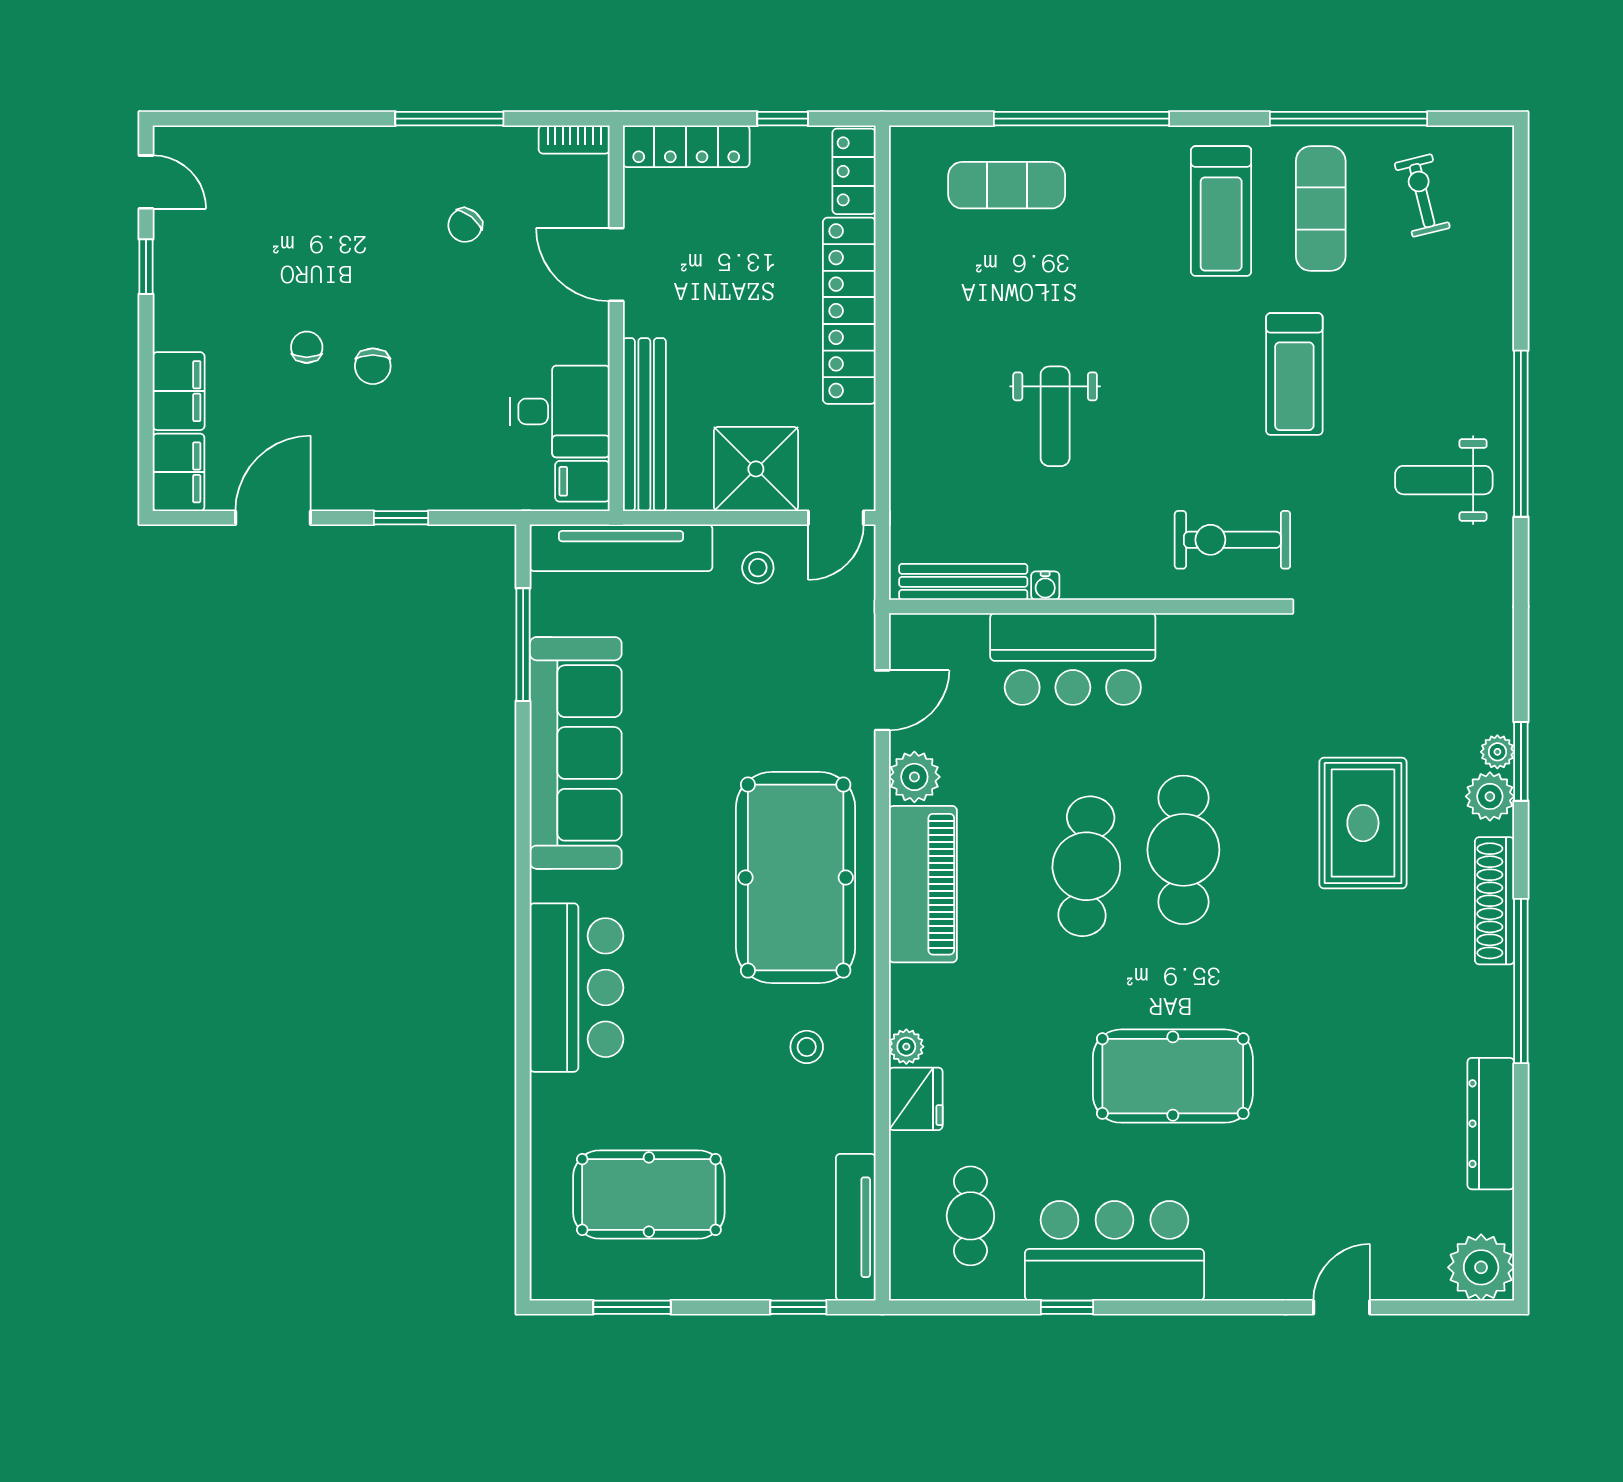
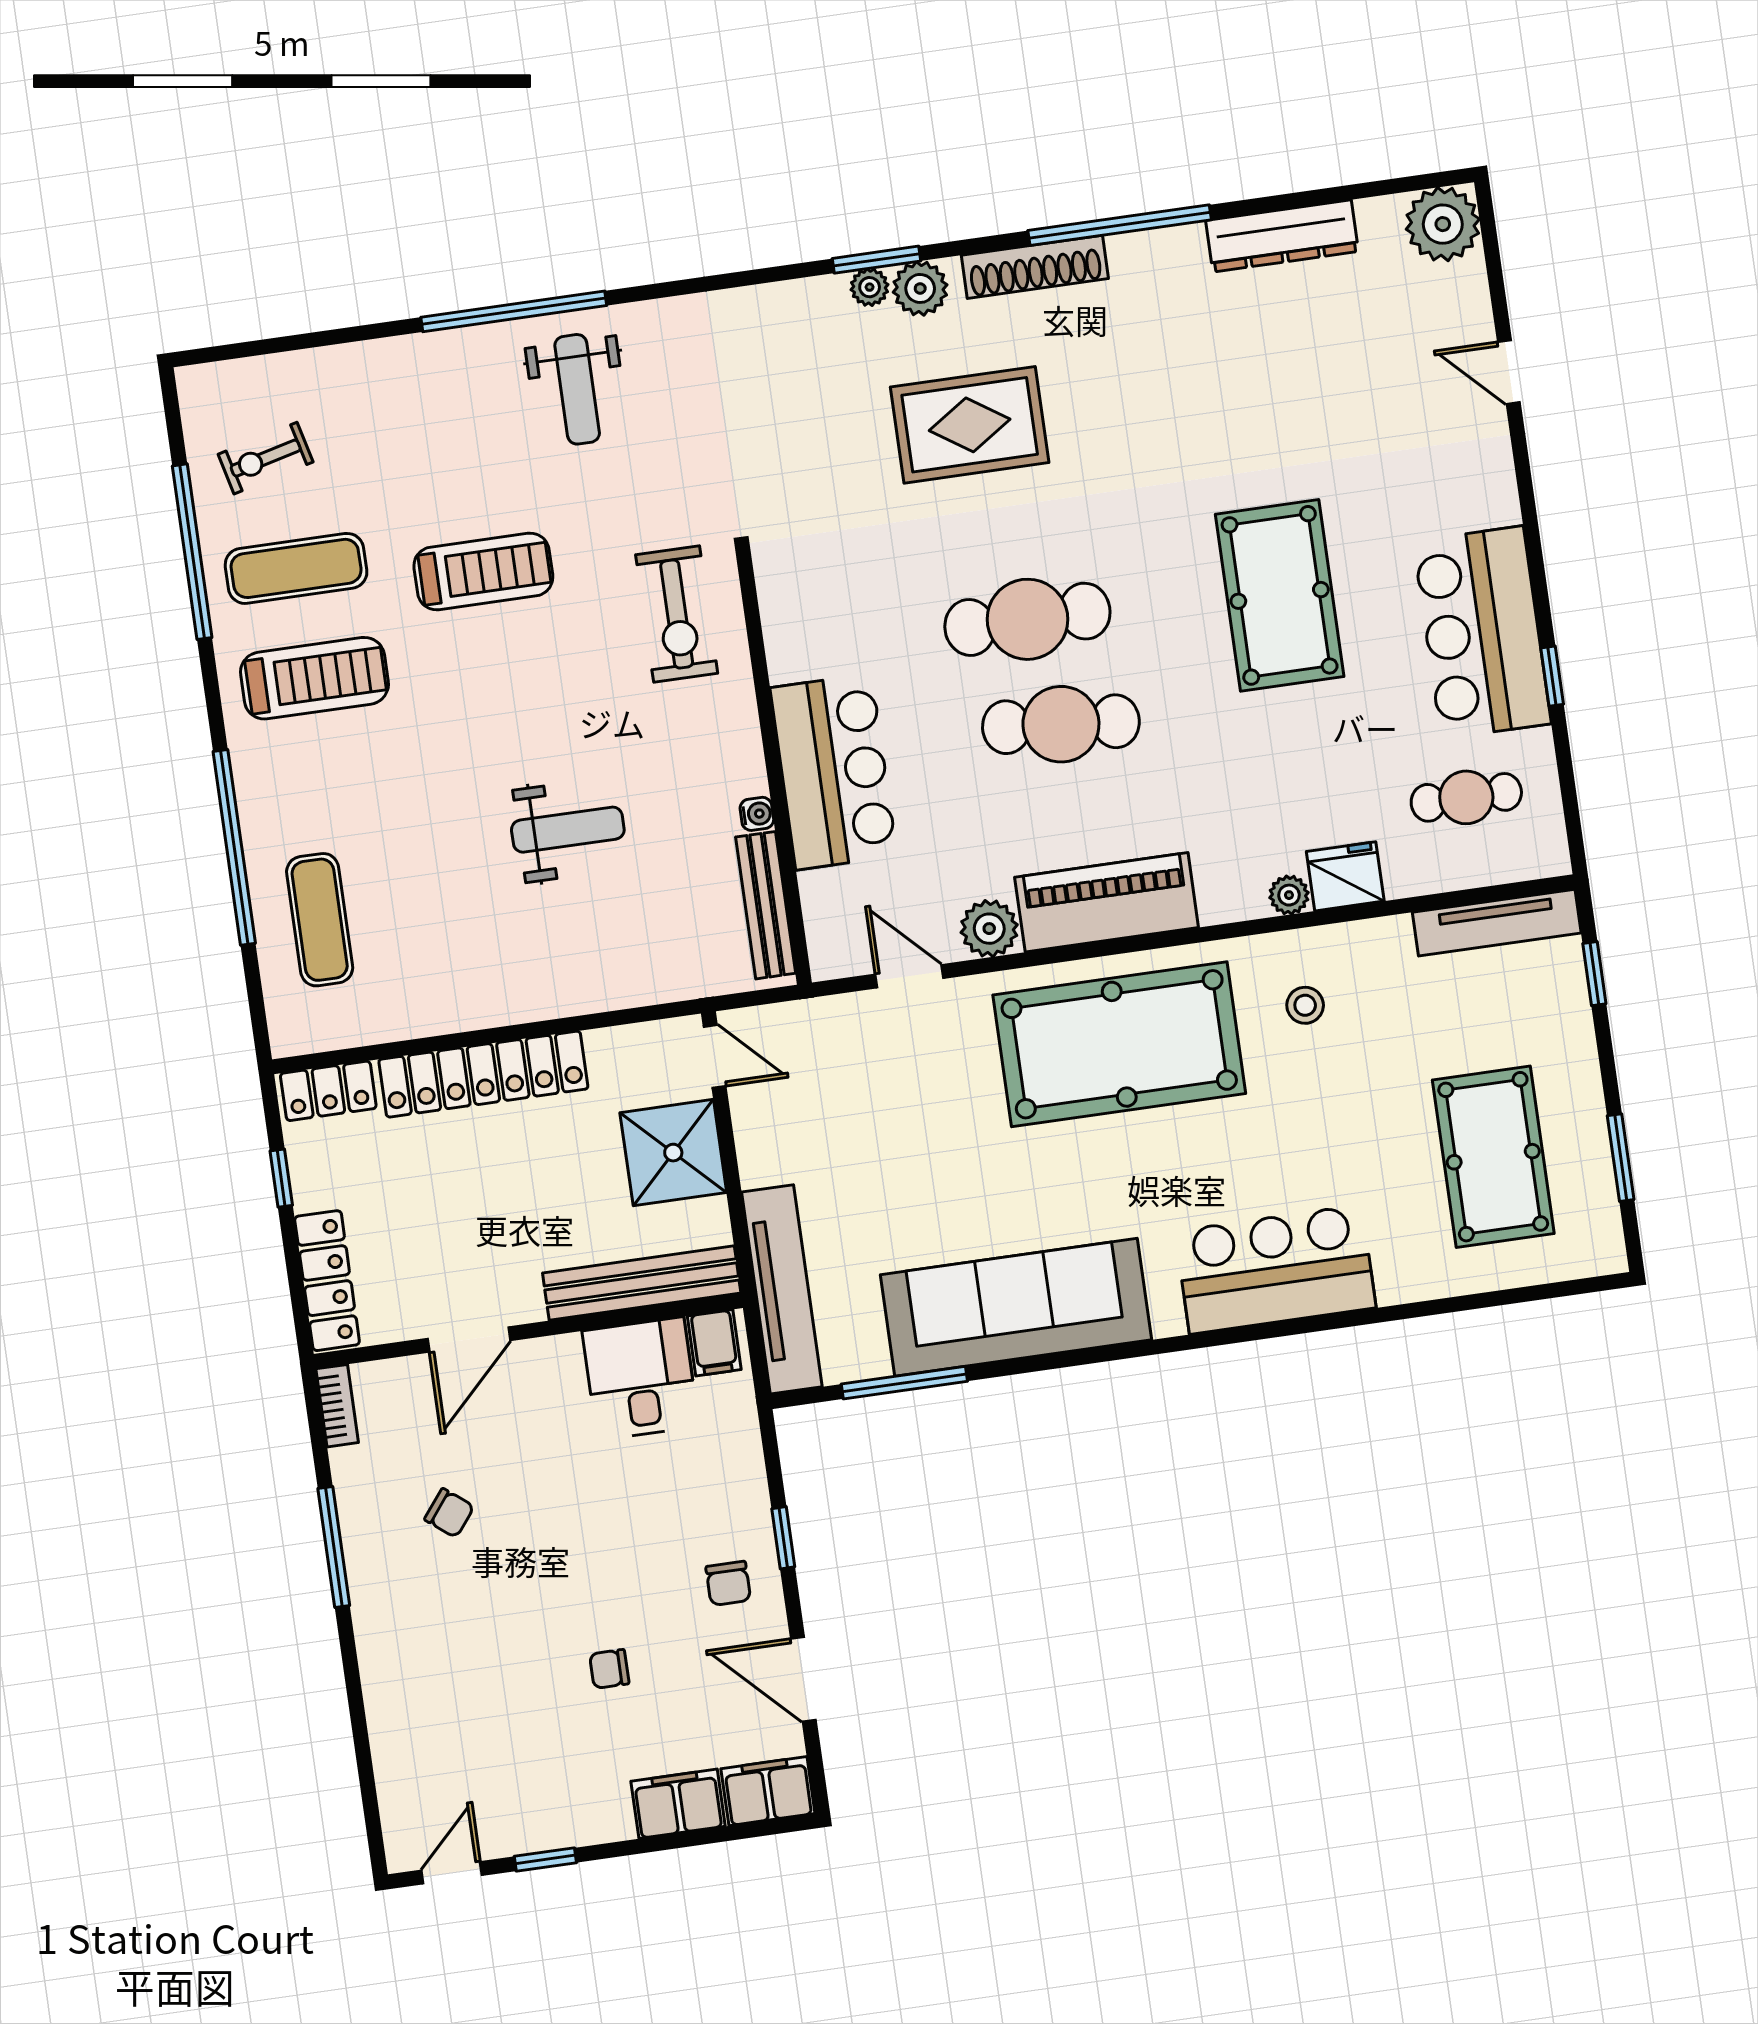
chair: (373, 366) -> (728, 1583), moved, turned 90
stool: (758, 568) -> (782, 1135), removed

